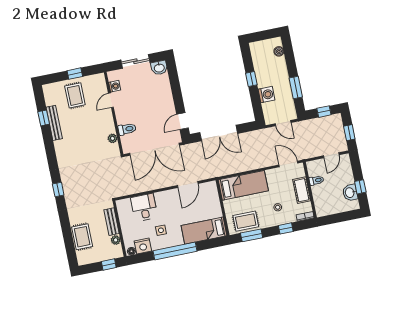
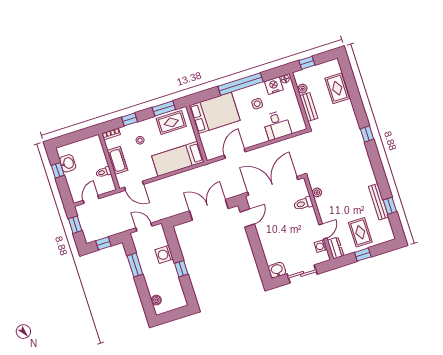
dresser: (100, 83) -> (336, 248), added
bed: (204, 231) -> (215, 113), width x1.50

